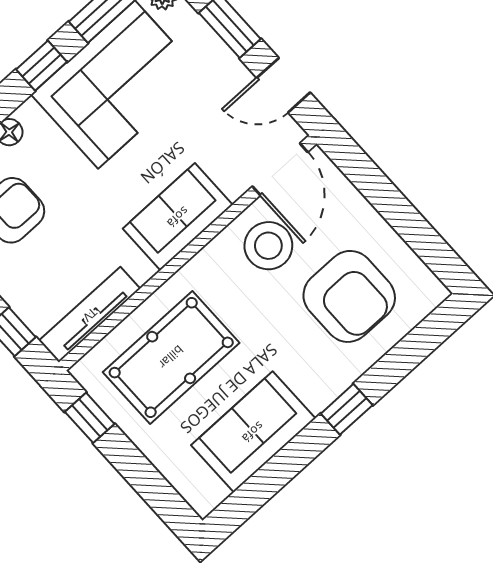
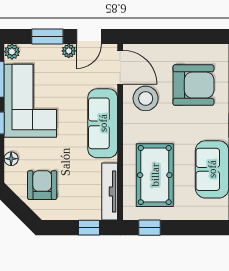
plant: (237, 75) -> (69, 51), added
sofa: (178, 217) -> (103, 123), width x1.36

